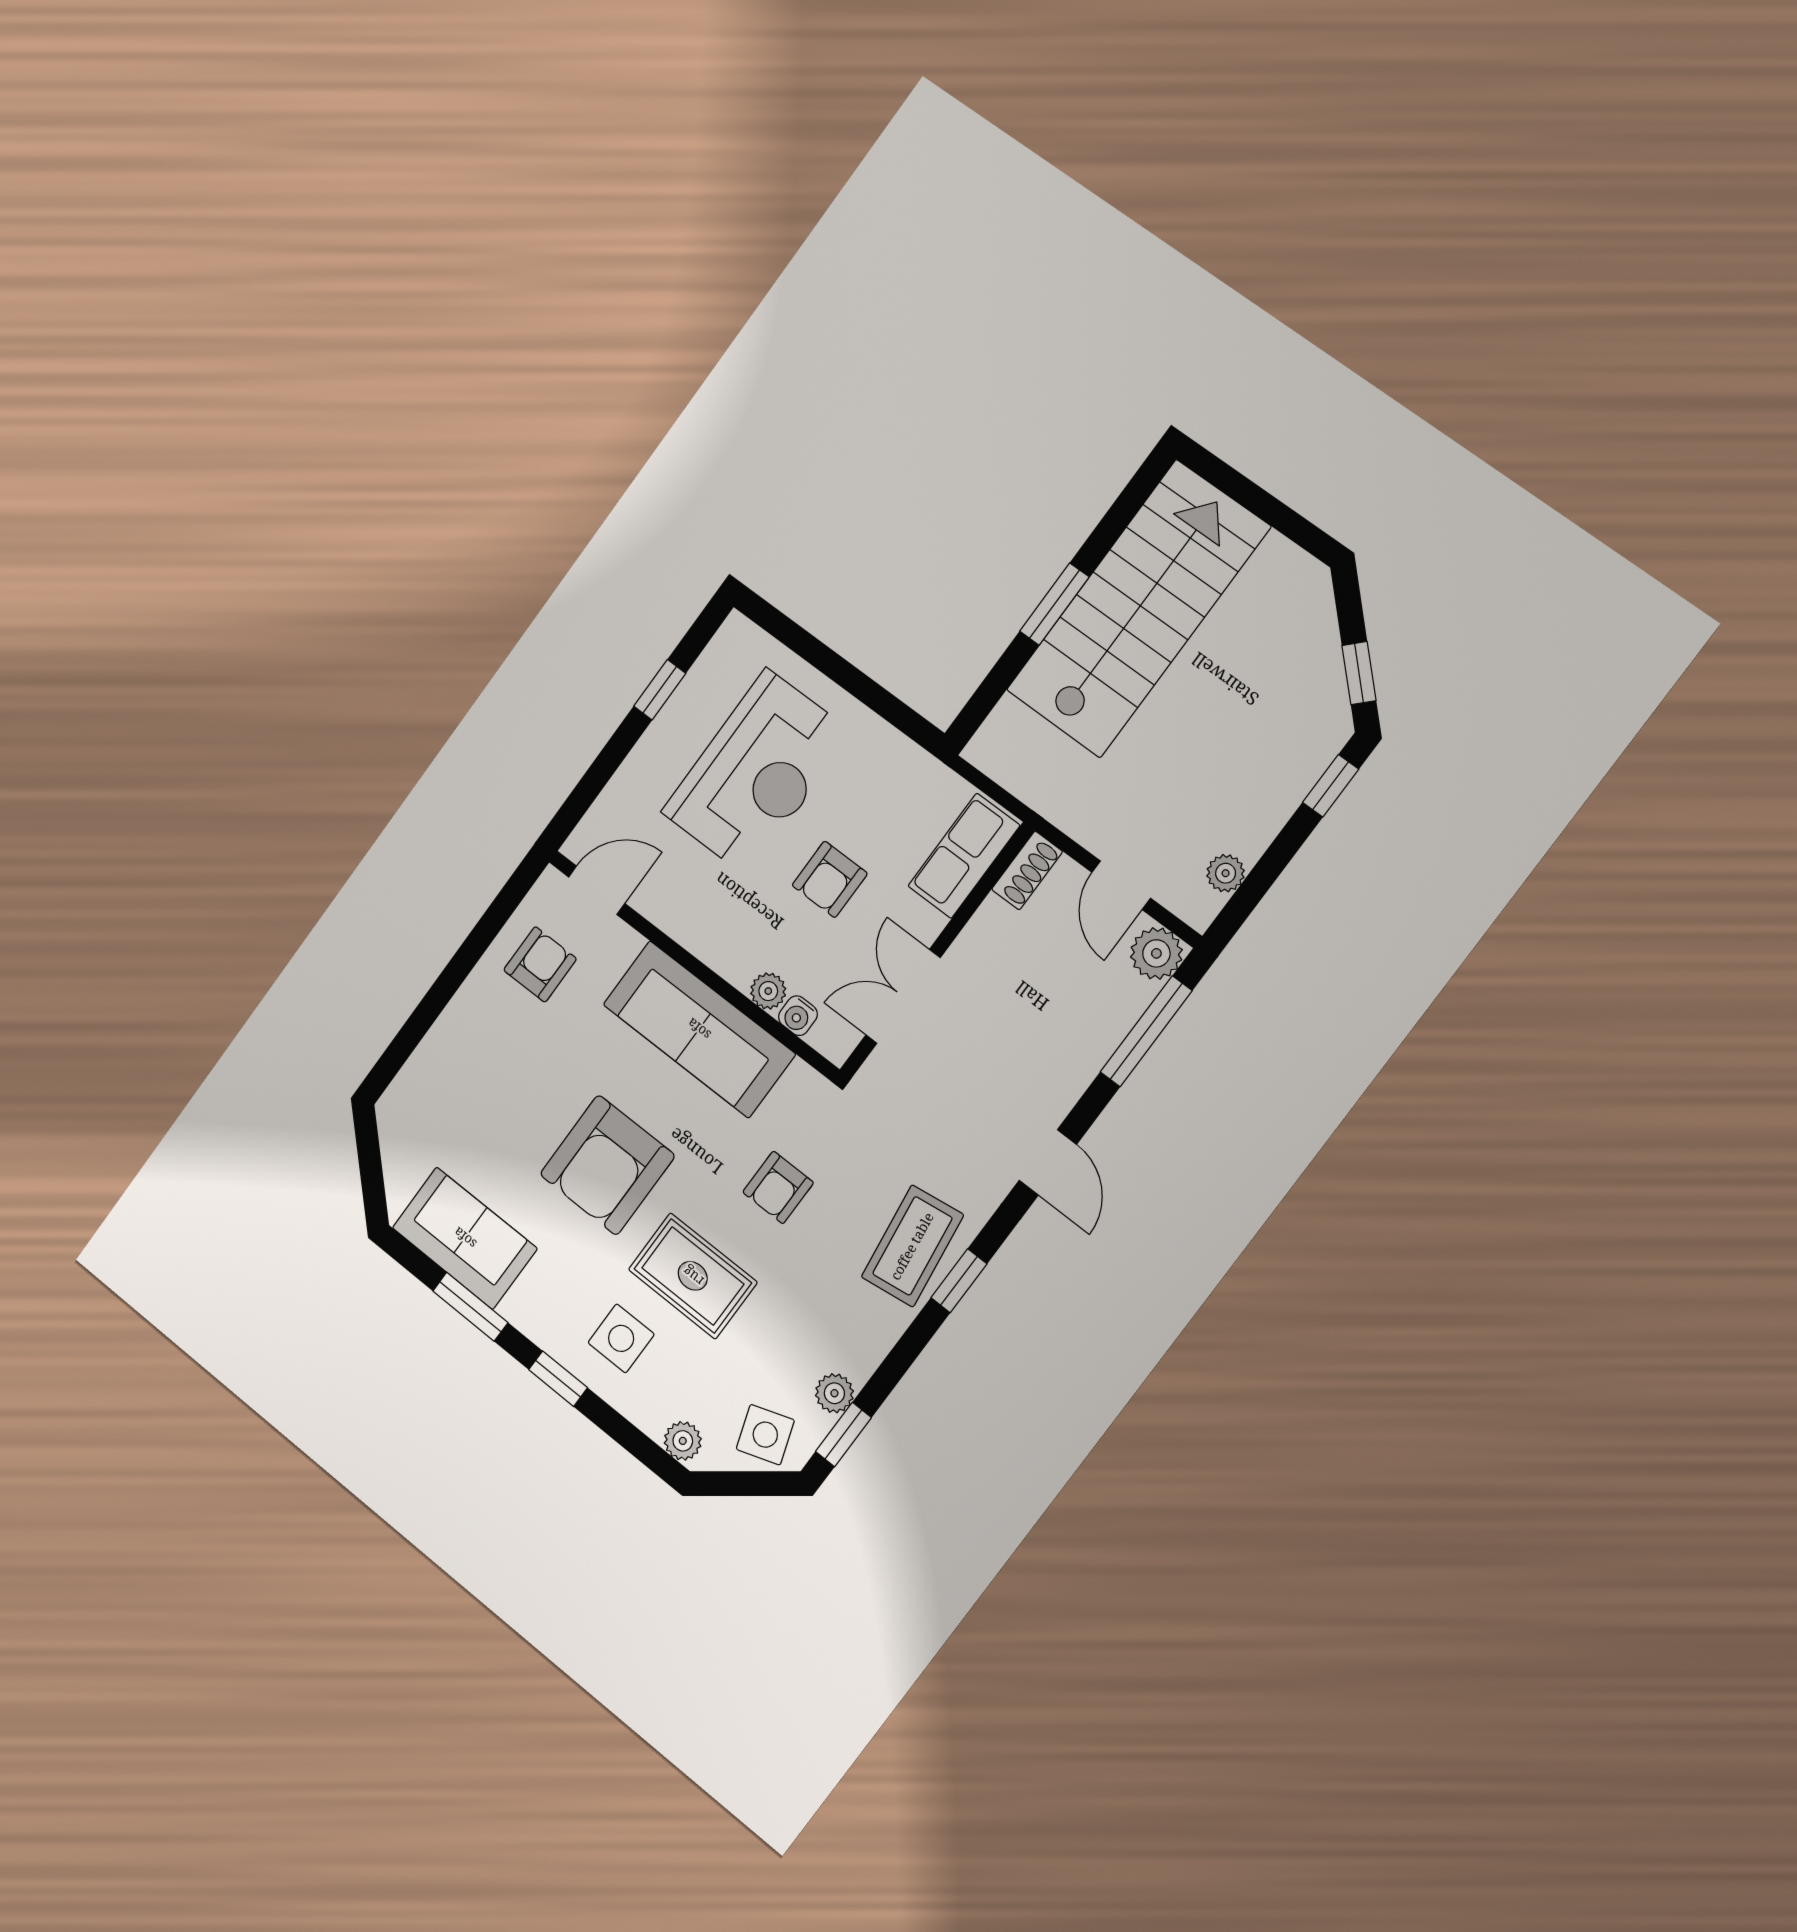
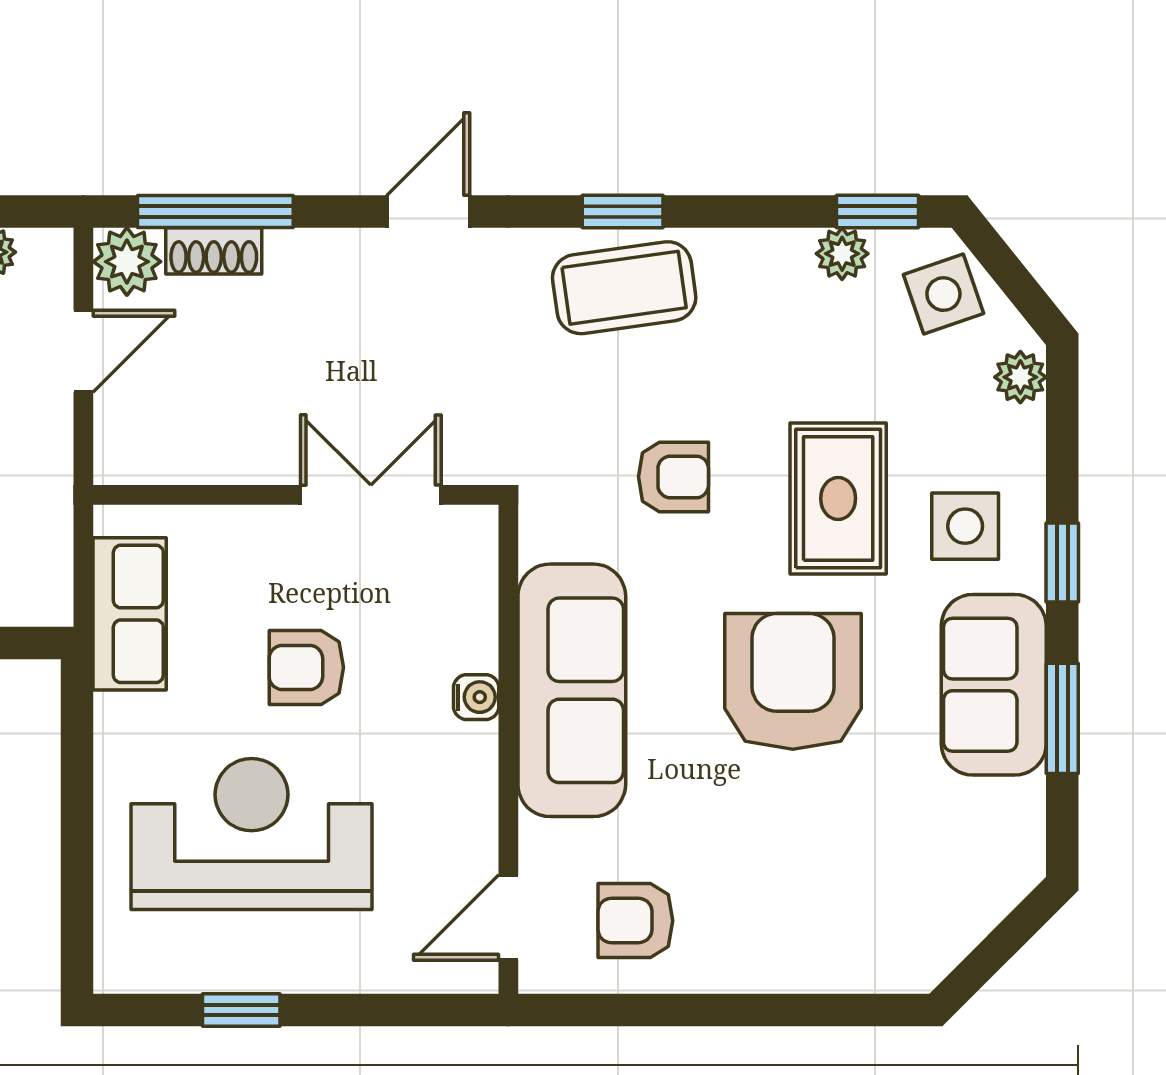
row of seats: (964, 856) -> (130, 614), moved, turned -90
shoe rack: (1027, 870) -> (214, 251), moved, turned 180
armchair: (830, 879) -> (306, 667), turned 180
door: (597, 890) -> (508, 917), hinge flipped
plant: (768, 991) -> (474, 645), removed
double door: (903, 996) -> (371, 495), swing flipped
water cooler: (798, 1016) -> (476, 697), moved
armchair: (607, 1165) -> (793, 681), turned -90
sofa: (465, 1238) -> (994, 685), moved

